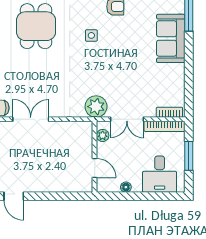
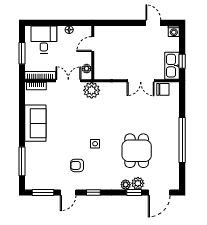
sofa: (171, 38) -> (35, 123), moved
door: (95, 168) -> (93, 44), hinge flipped

